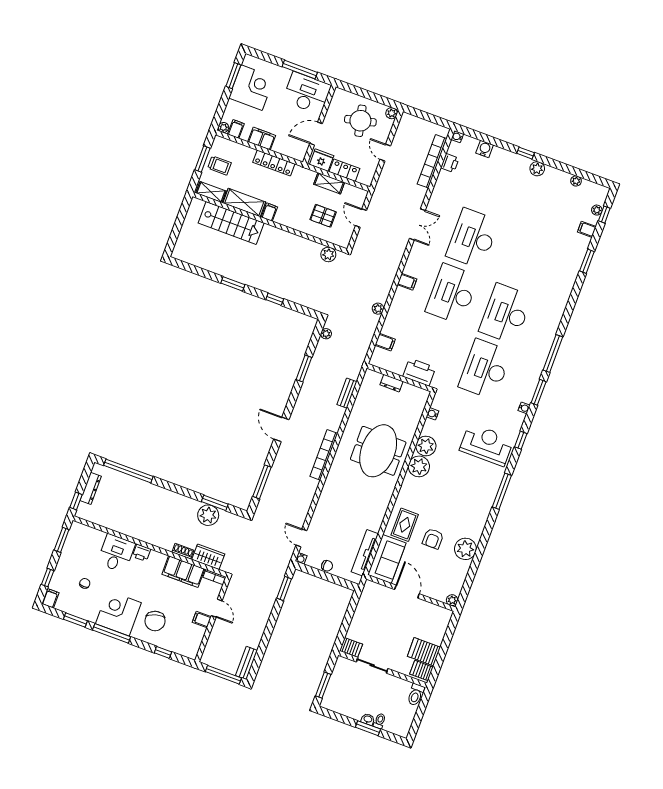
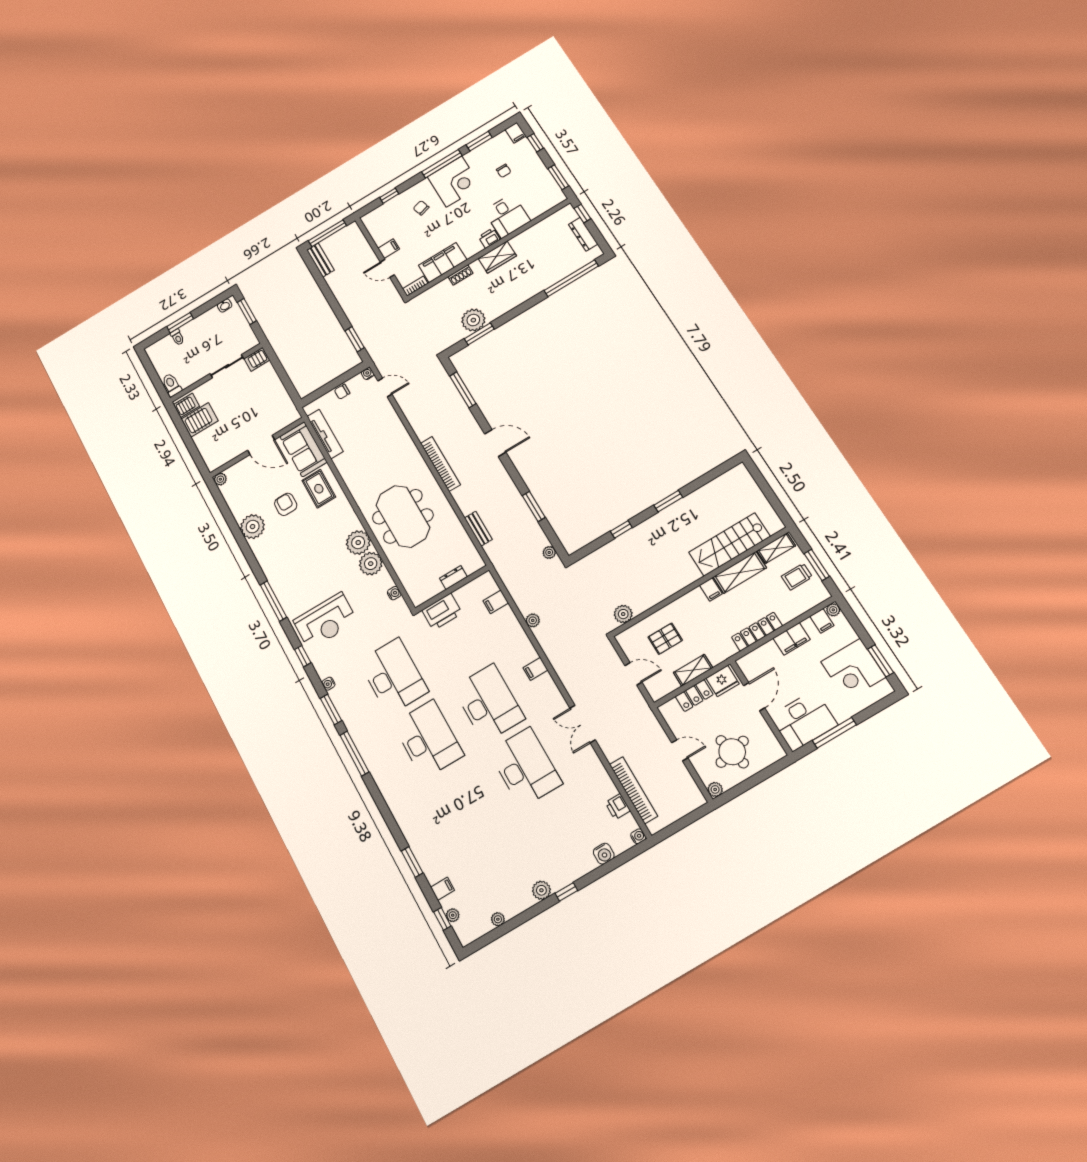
wardrobe: (208, 557) -> (497, 257), moved
chair: (155, 621) -> (421, 208), width x0.54, depth x0.54
washbasin: (368, 719) -> (225, 306), moved

